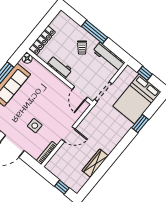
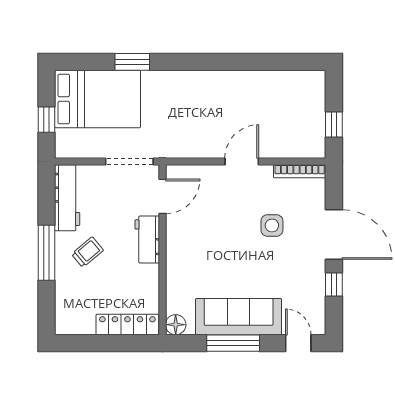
workbench: (60, 67) -> (147, 240), moved
door: (68, 134) -> (242, 161), hinge flipped
wardrobe: (95, 163) -> (253, 81), removed
window: (62, 187) -> (334, 125), moved

